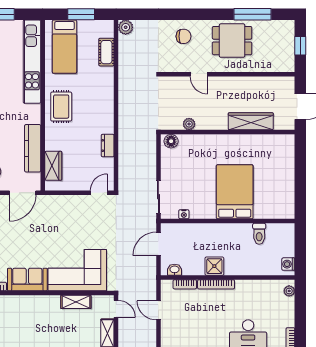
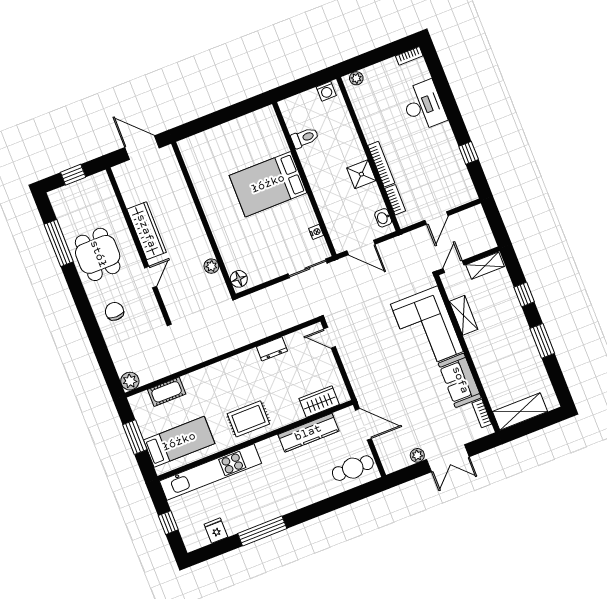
wardrobe: (251, 121) -> (146, 231), moved, turned 180

